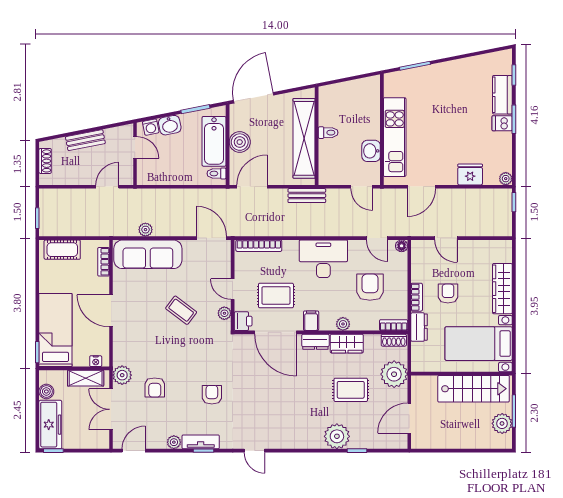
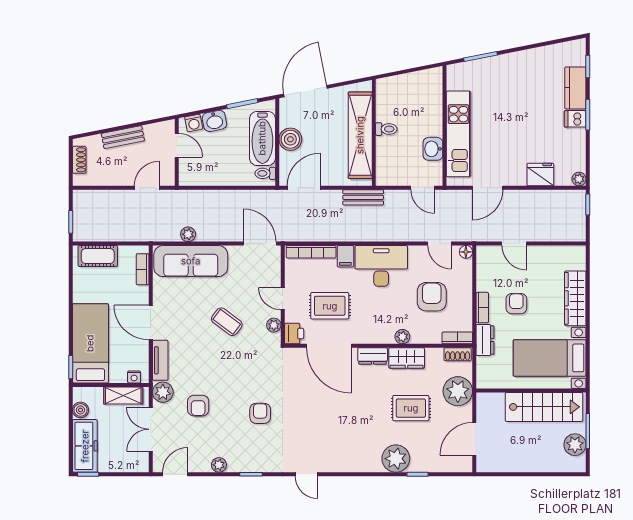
filing cabinet: (311, 321) -> (345, 256), moved, turned 180
tv unit: (201, 442) -> (160, 360), moved, turned 90

